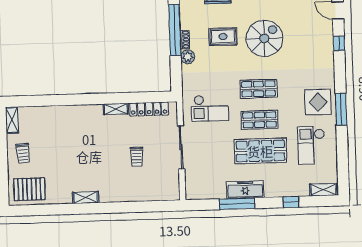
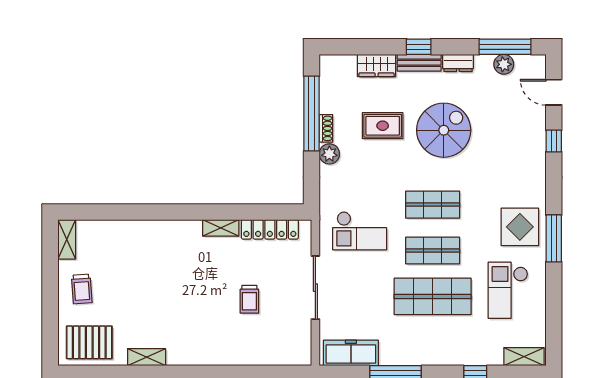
freezer: (245, 190) -> (351, 353), moved
shelving: (86, 197) -> (147, 357), moved

